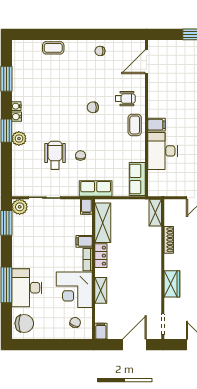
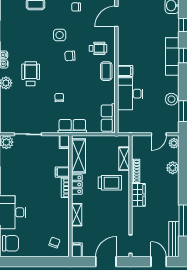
side table: (81, 83) -> (60, 35), added
wheelchair: (55, 155) -> (31, 74), moved
shelving: (155, 213) -> (124, 159), moved
trolley: (139, 254) -> (110, 183), added
wardrobe: (172, 284) -> (138, 195), moved
corner desk: (74, 290) -> (54, 214), removed

